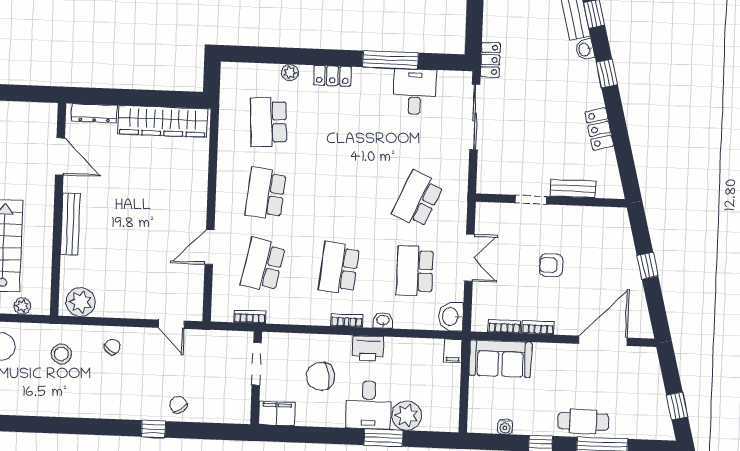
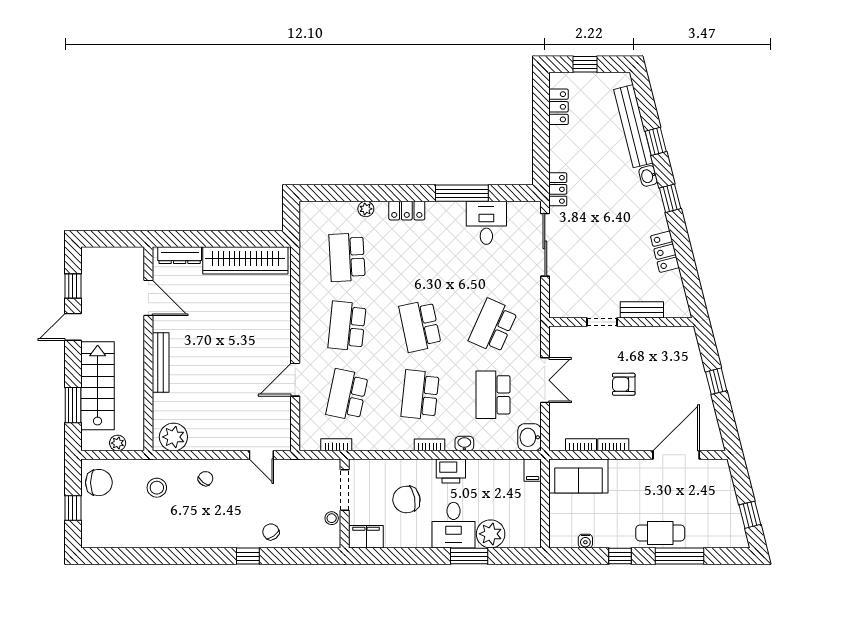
school desk: (342, 196) -> (420, 326), added
stool: (242, 393) -> (332, 518), added

